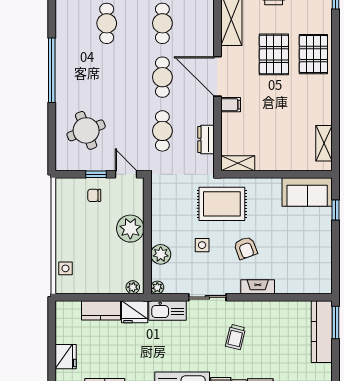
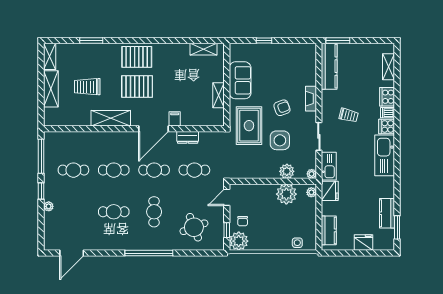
cafe table: (107, 77) -> (154, 212), added
dresser: (206, 139) -> (188, 137), moved
shelving: (238, 163) -> (219, 95), moved
window: (96, 174) -> (227, 230), moved
plant: (68, 190) -> (239, 241), added
sofa: (307, 192) -> (240, 80), moved
window: (335, 210) -> (264, 40), moved
plant: (130, 229) -> (286, 194), moved
side table: (202, 245) -> (280, 140), width x1.87, depth x1.87
kitchen counter: (101, 310) -> (329, 230), moved
kitchen counter: (322, 332) -> (329, 66), moved, turned -90

